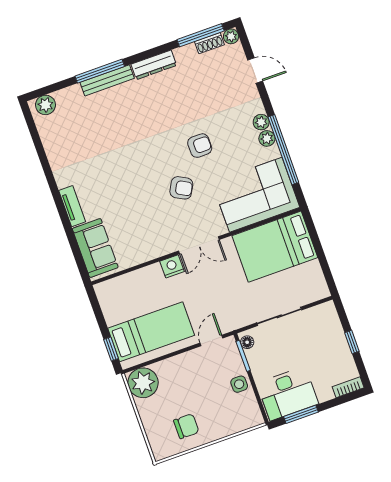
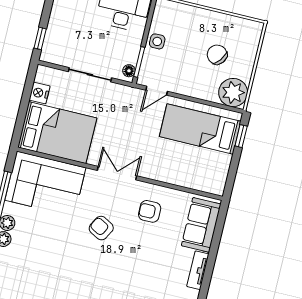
armchair: (200, 146) -> (150, 211), moved
nightstand: (172, 266) -> (39, 93), moved, turned 90
window: (352, 342) -> (40, 38), moved
chair: (186, 426) -> (217, 55), moved, turned 37

